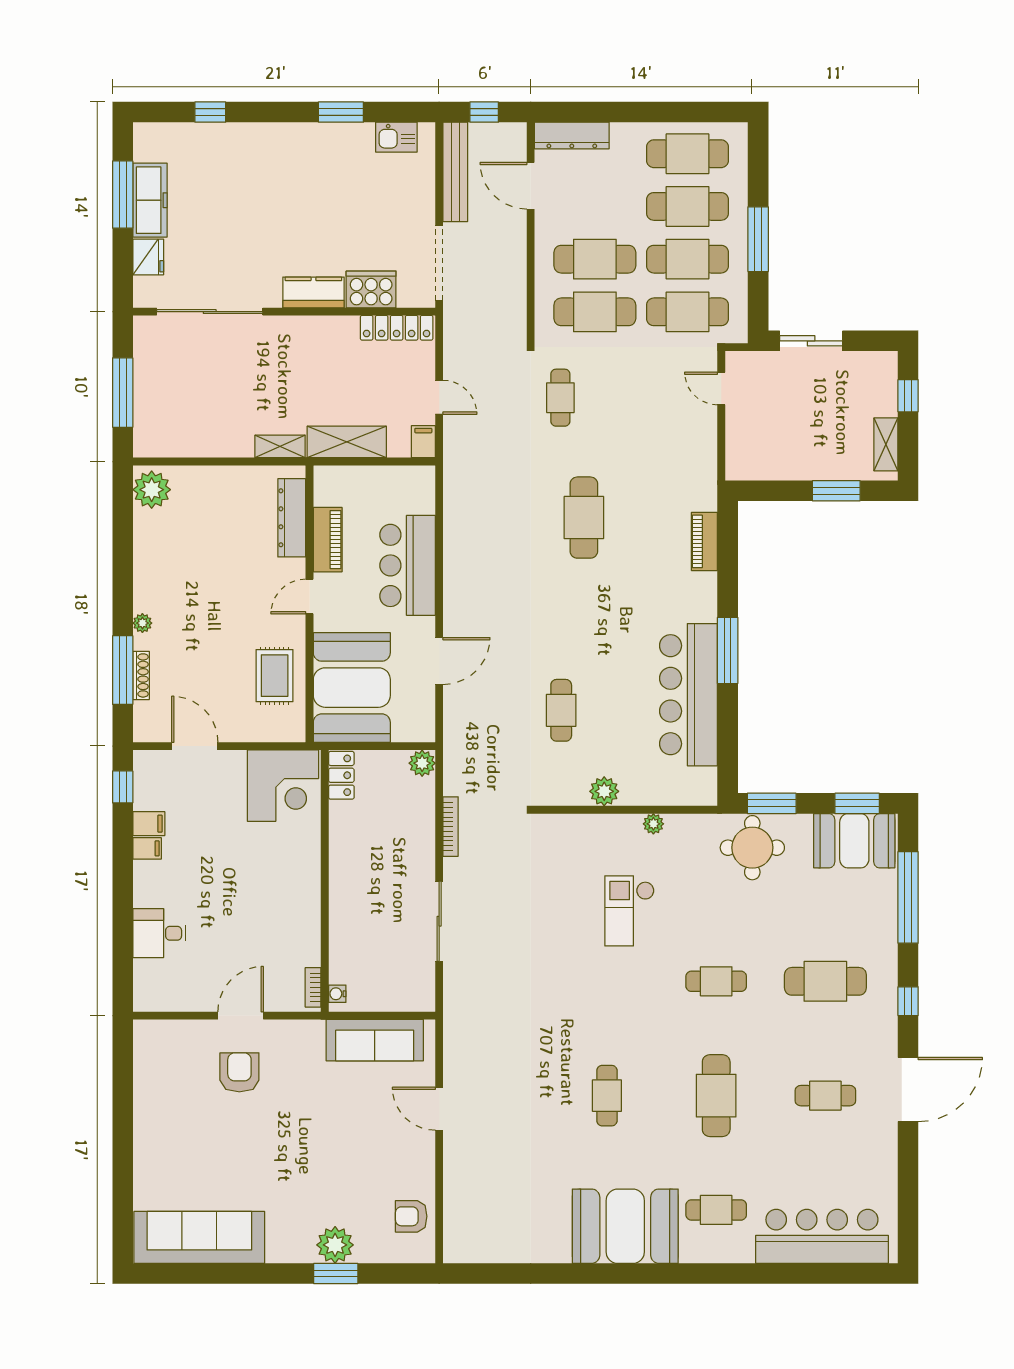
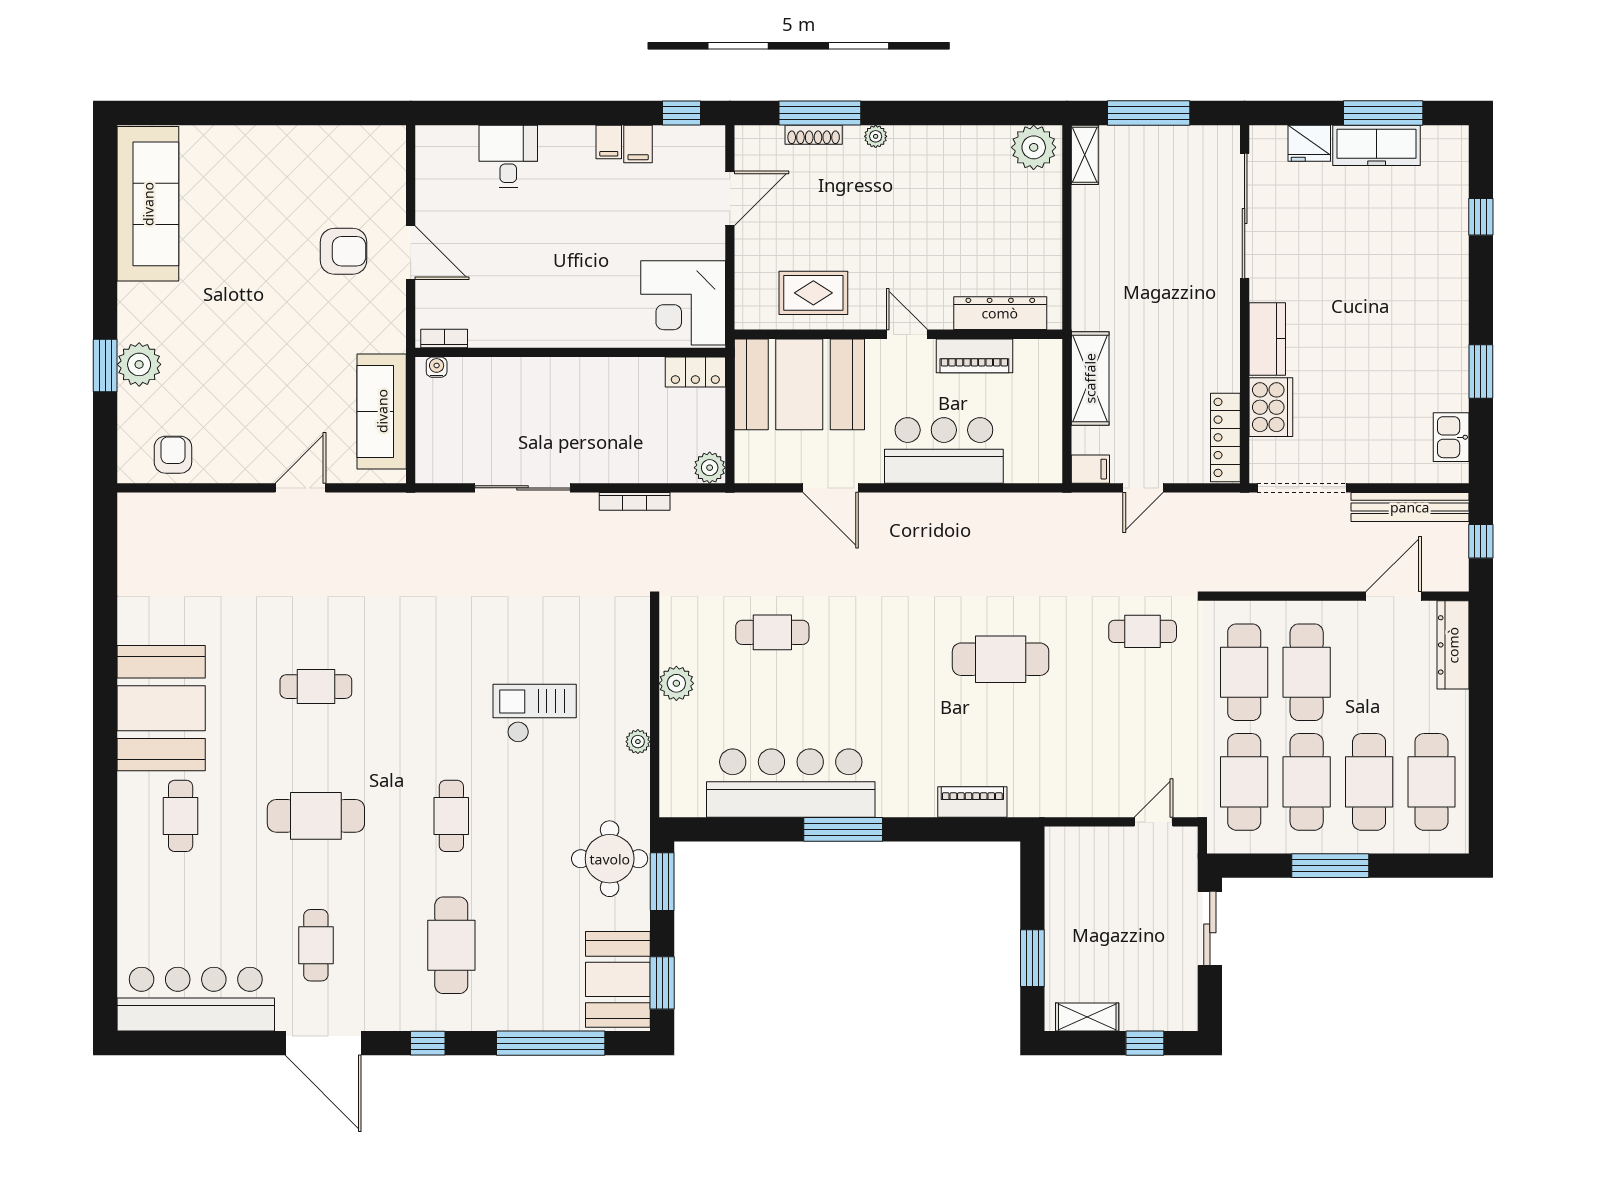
shelving: (280, 446) -> (1085, 155), moved
bar counter: (822, 1236) -> (196, 999), moved, turned -90

